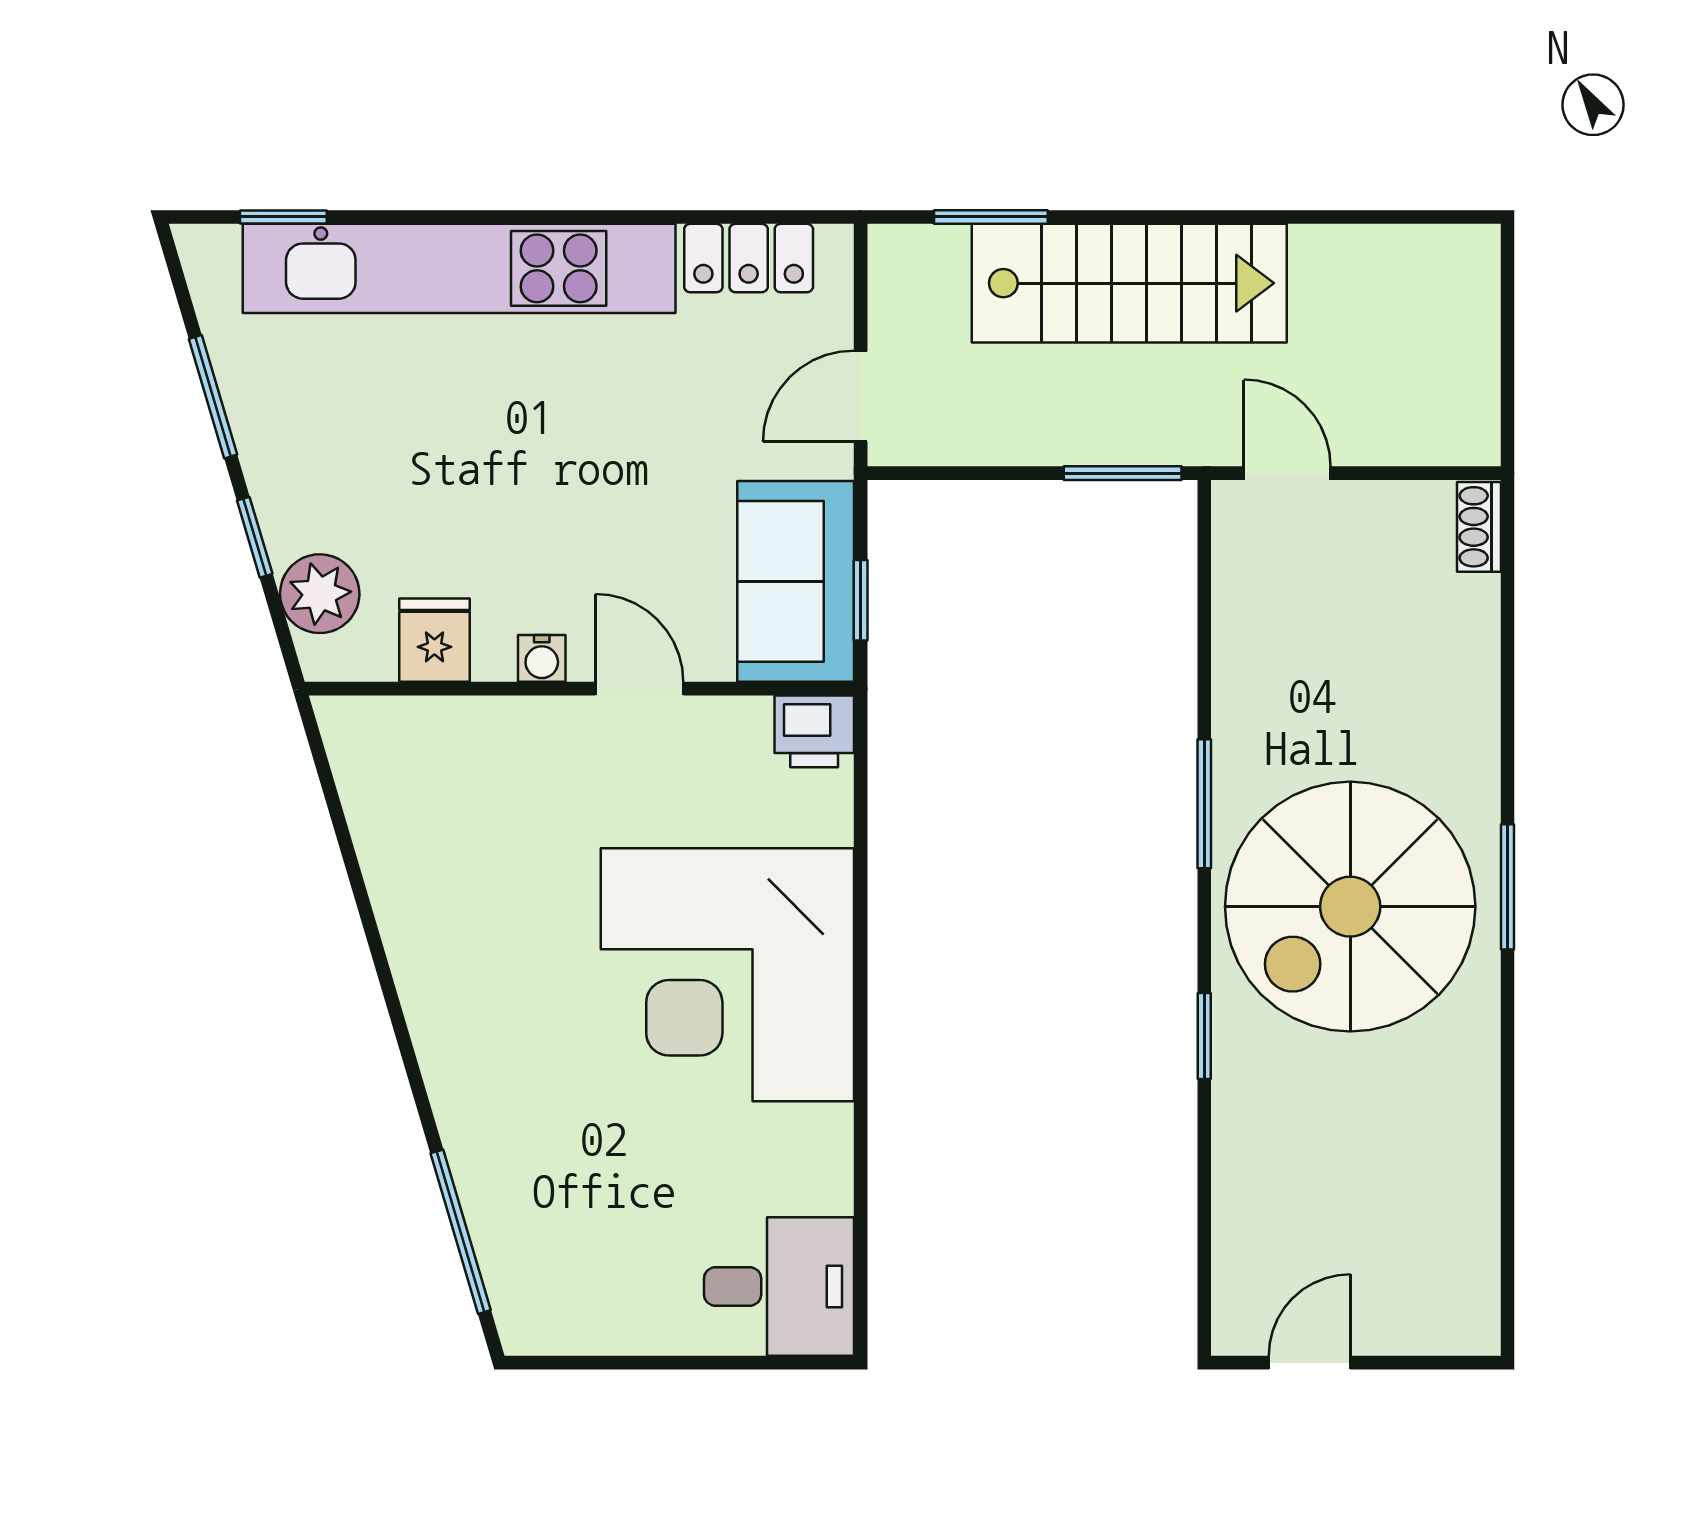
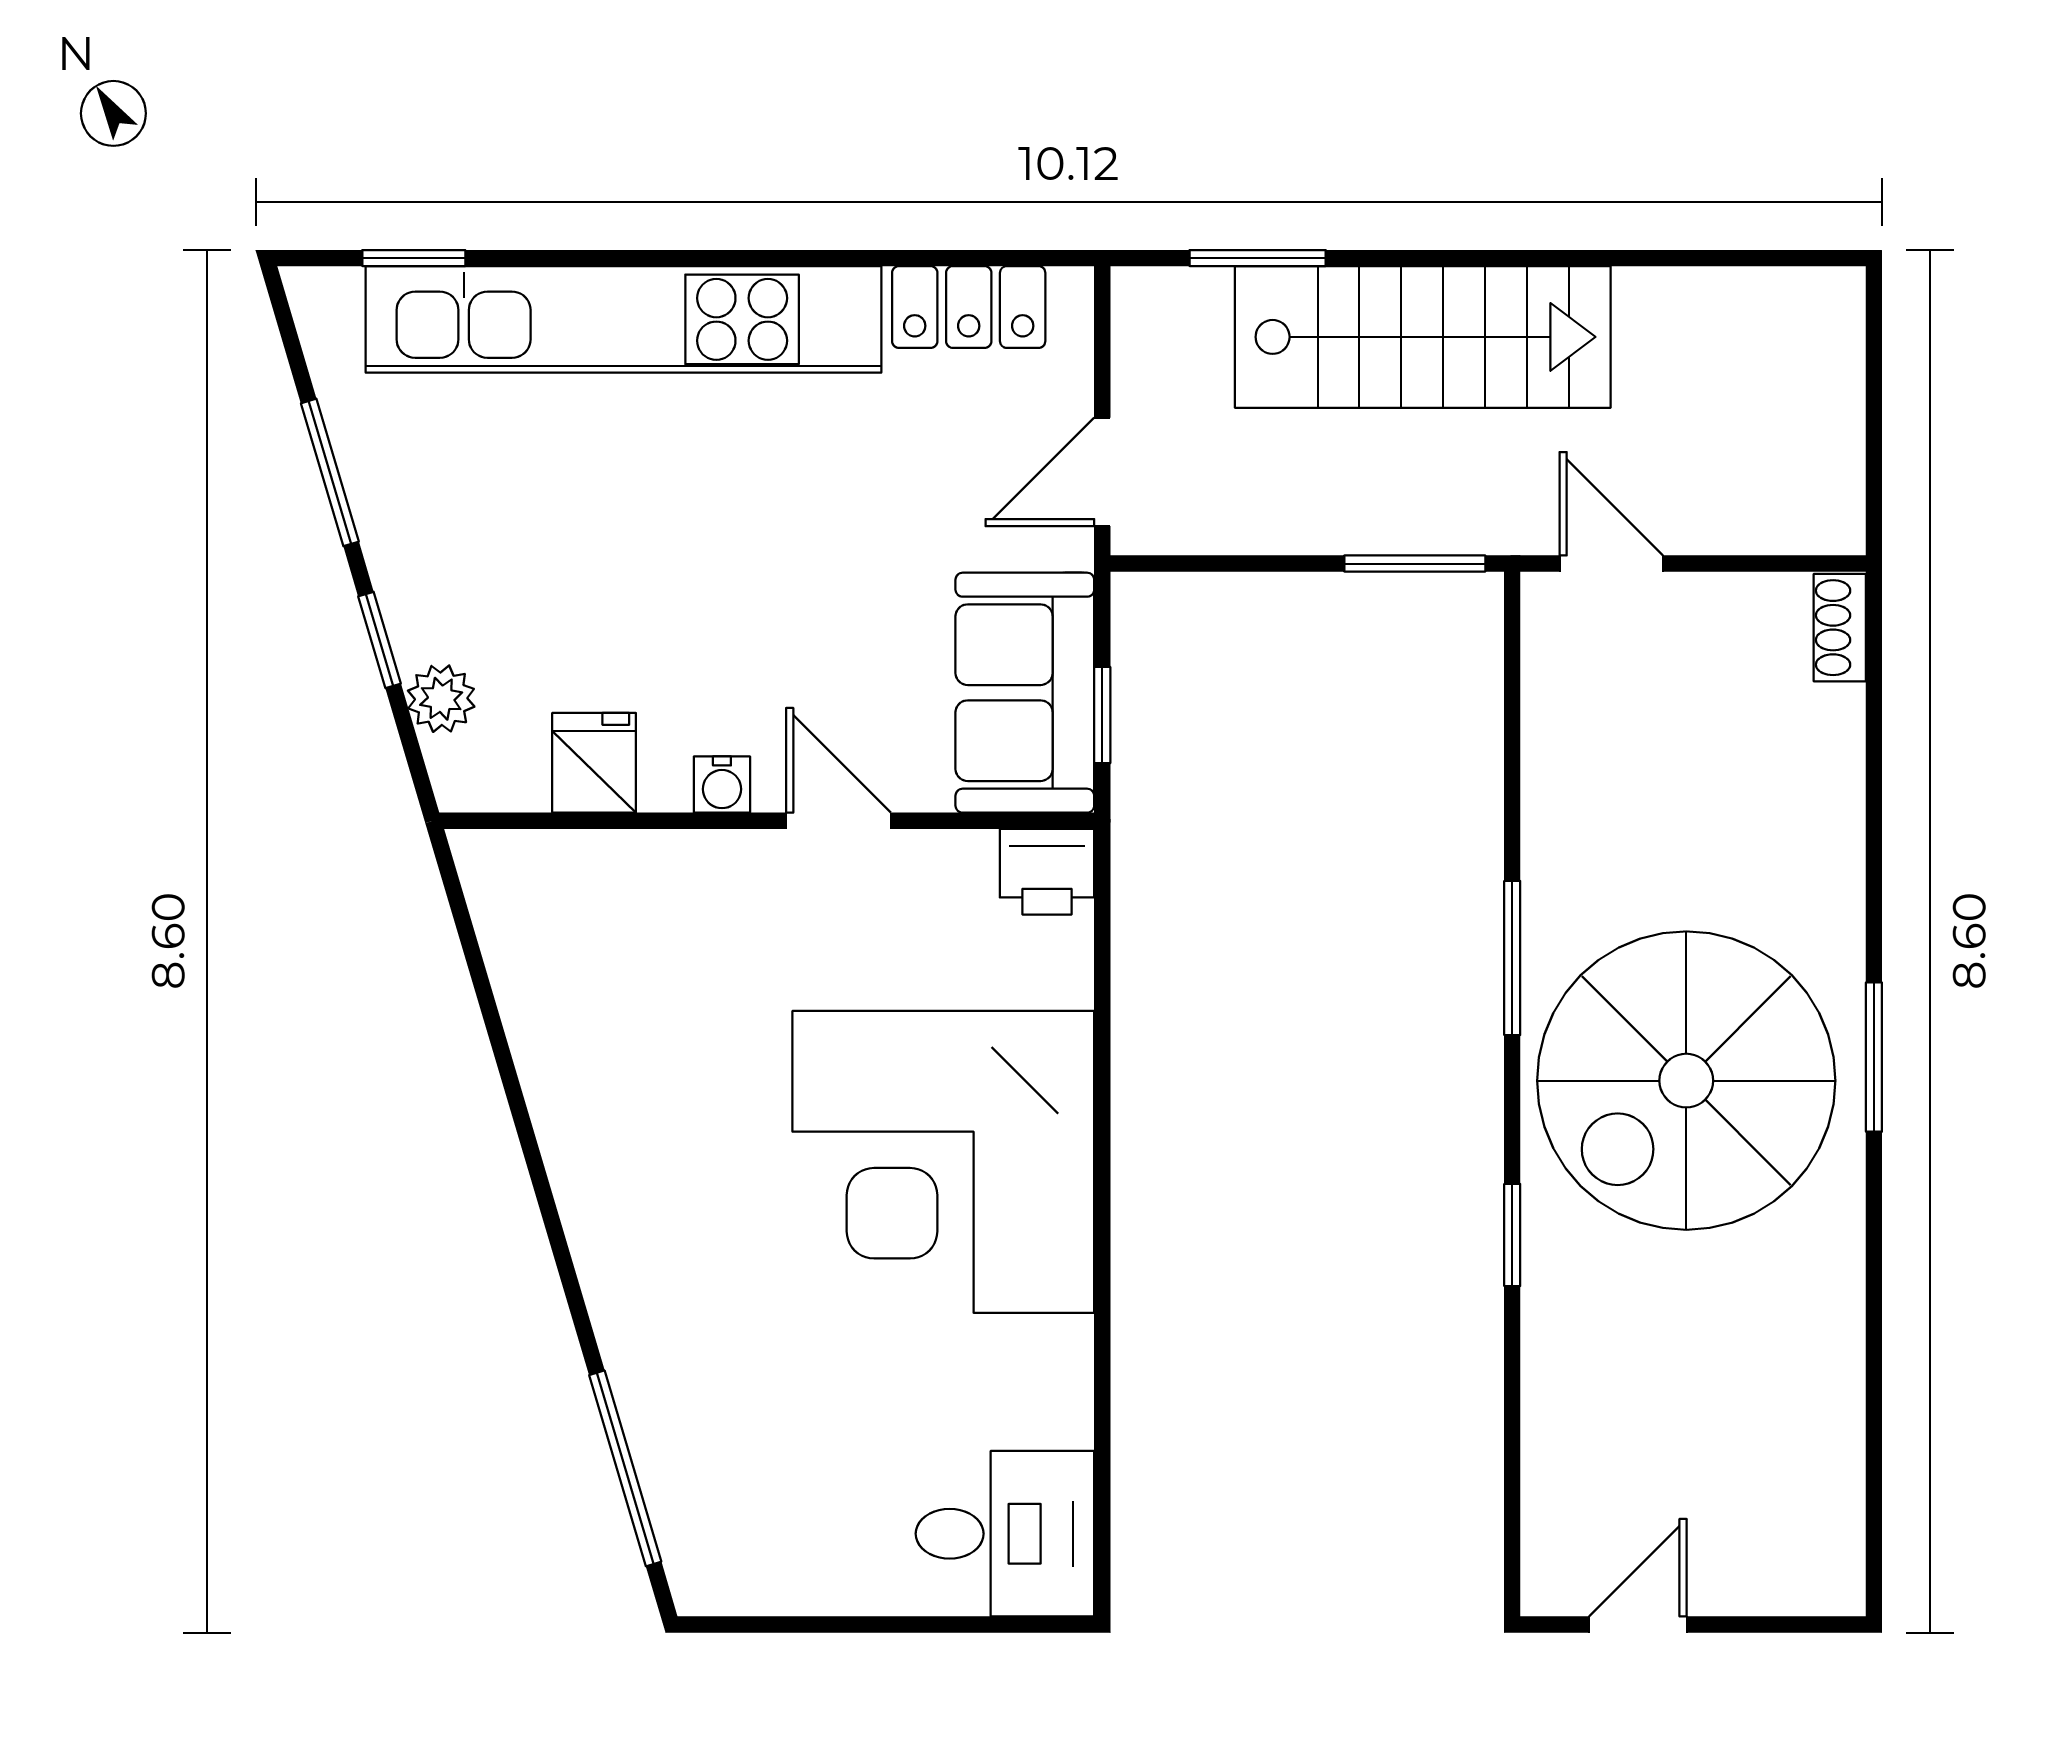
plant: (320, 594) -> (441, 699), width x0.73, depth x0.73

